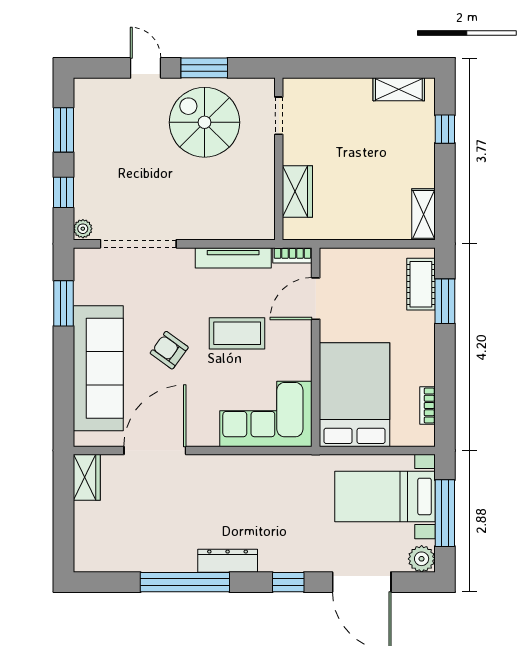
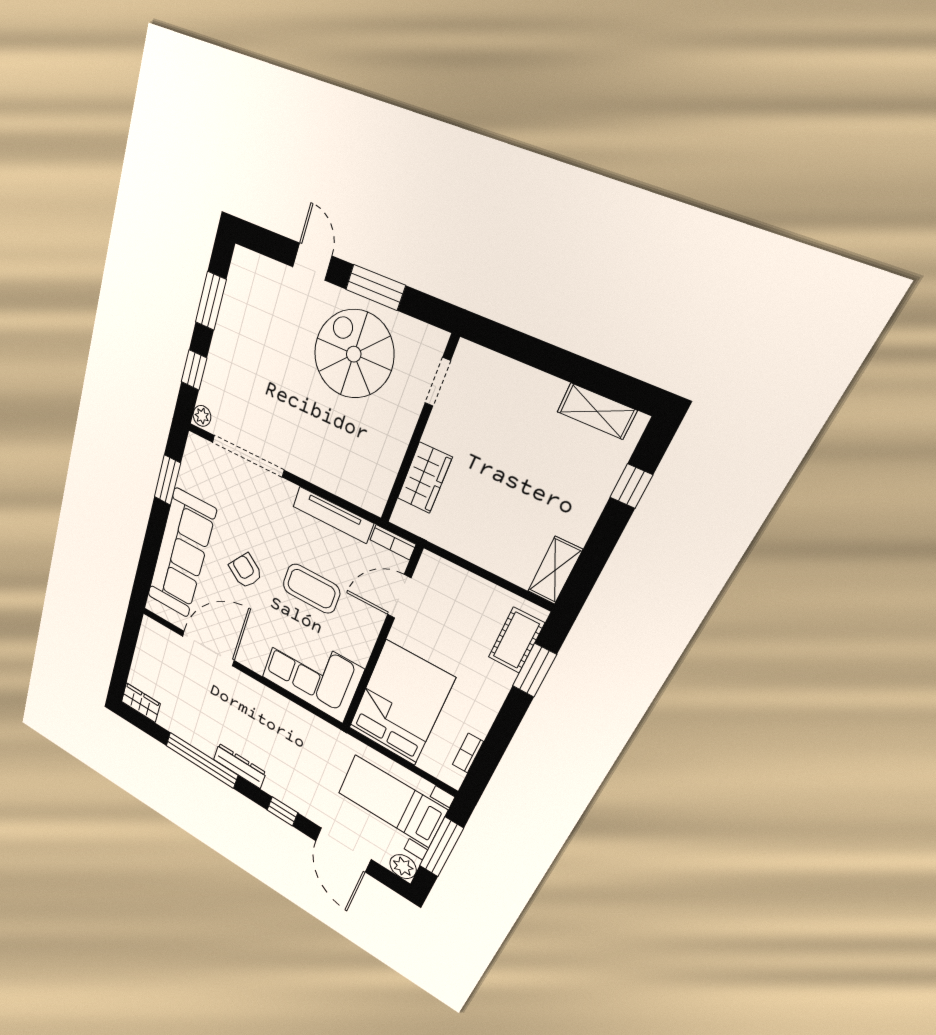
wardrobe: (87, 477) -> (141, 703), moved, turned -90

